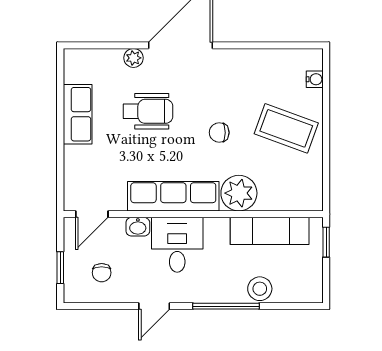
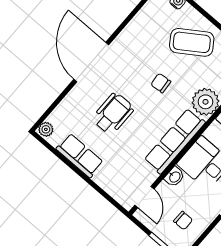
plant: (133, 58) -> (46, 129), moved
coffee table: (286, 128) -> (192, 42), turned 36
chair: (219, 133) -> (161, 83), turned 85

